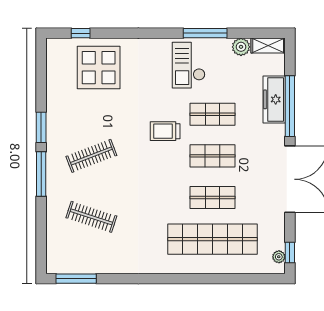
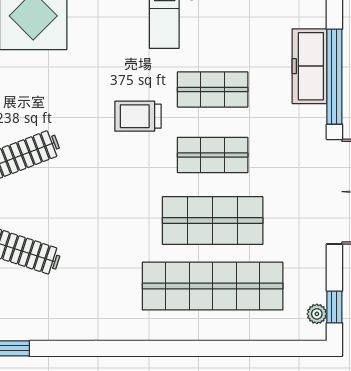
shop shelf: (213, 198) -> (213, 221), width x1.43, depth x1.36

